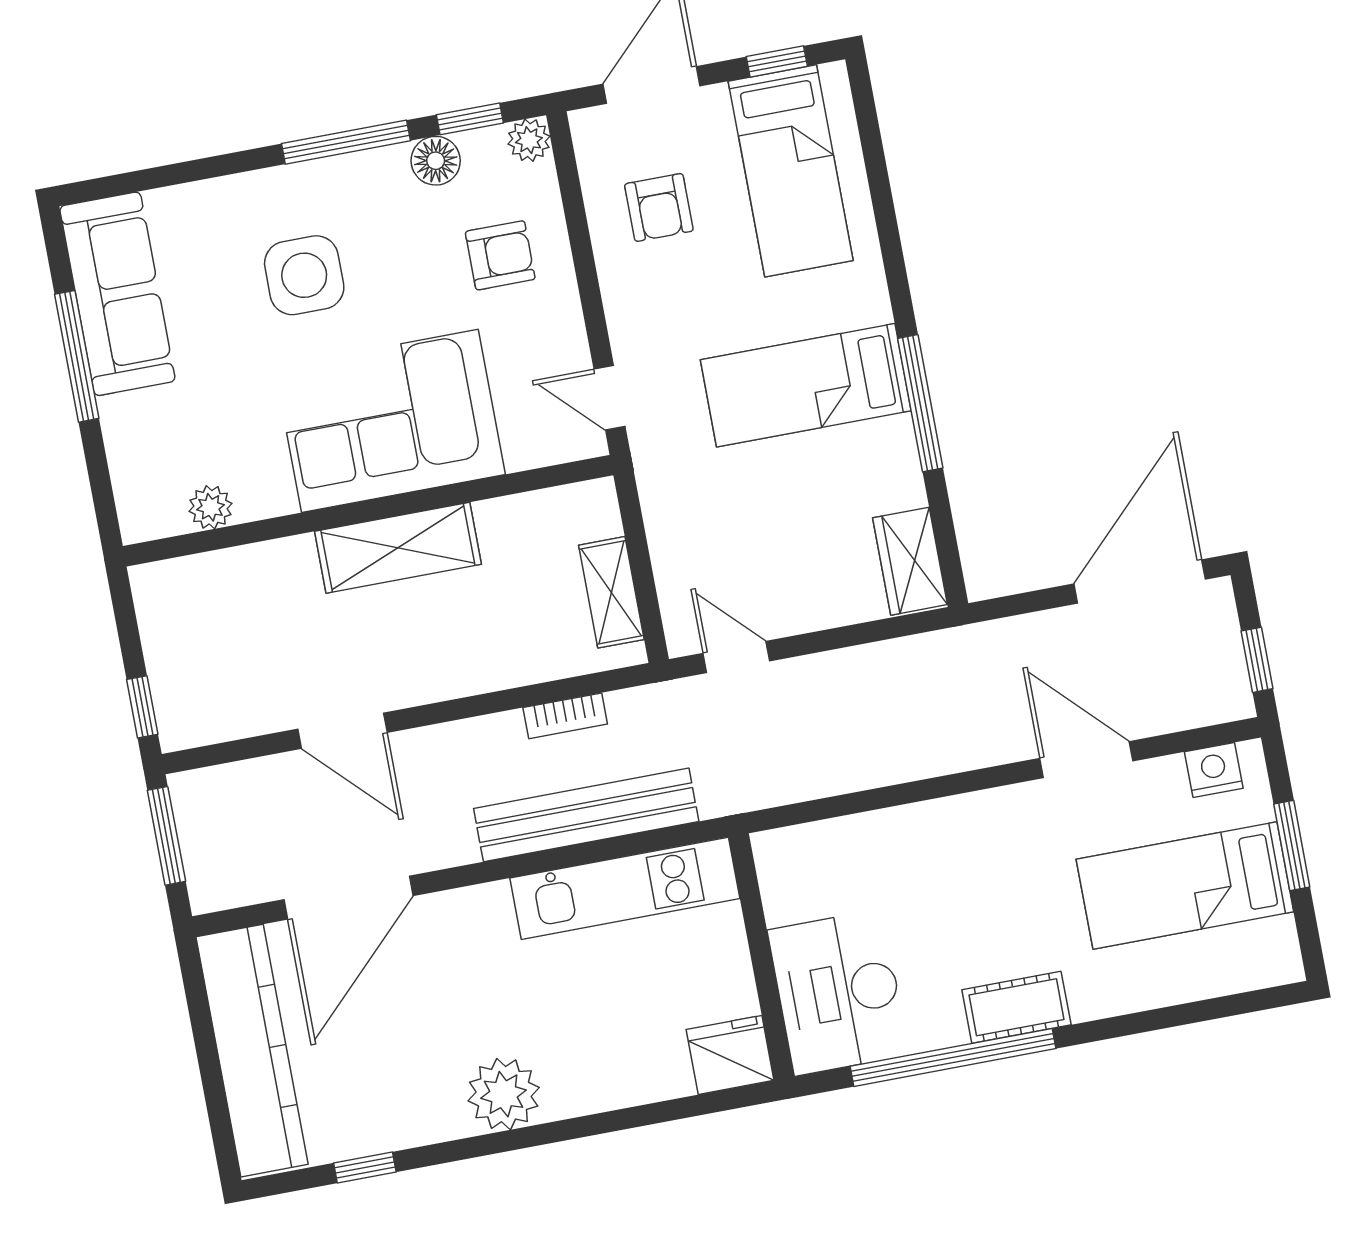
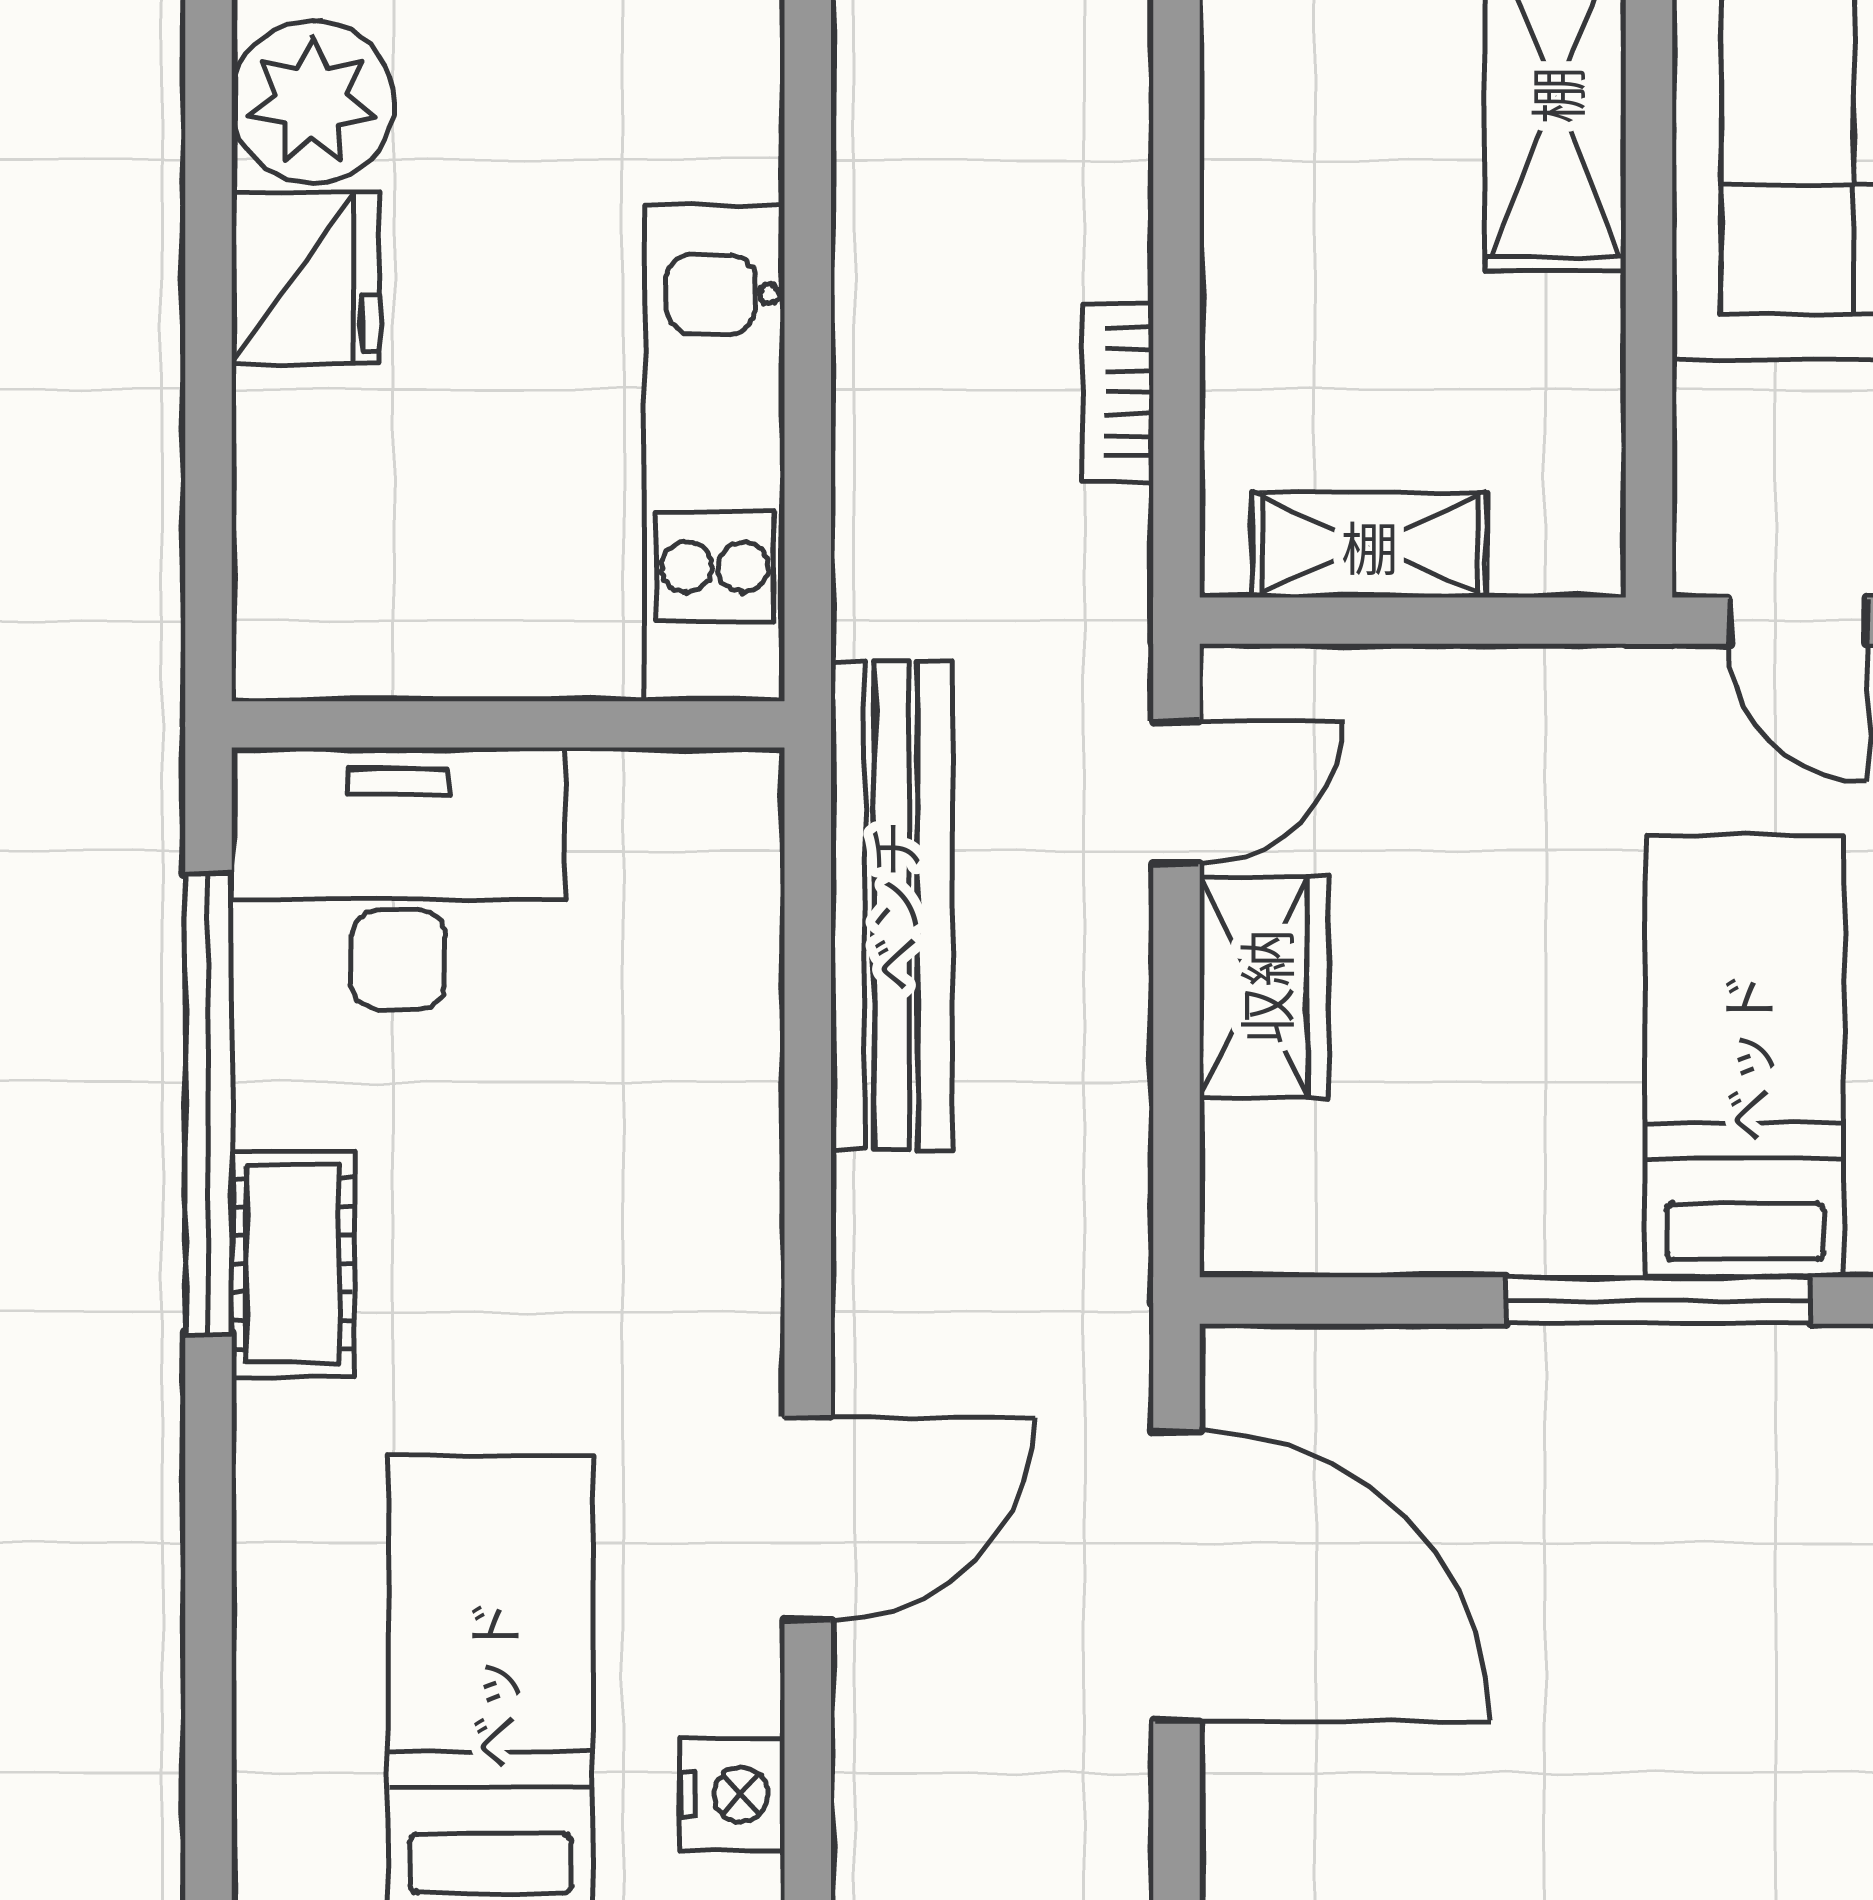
door: (609, 398) -> (1798, 621), swing flipped
wardrobe: (910, 561) -> (1264, 987), moved, turned 90
door: (1140, 582) -> (1177, 1576), moved
bench: (586, 815) -> (892, 906), moved
fridge: (730, 1055) -> (306, 278), moved

